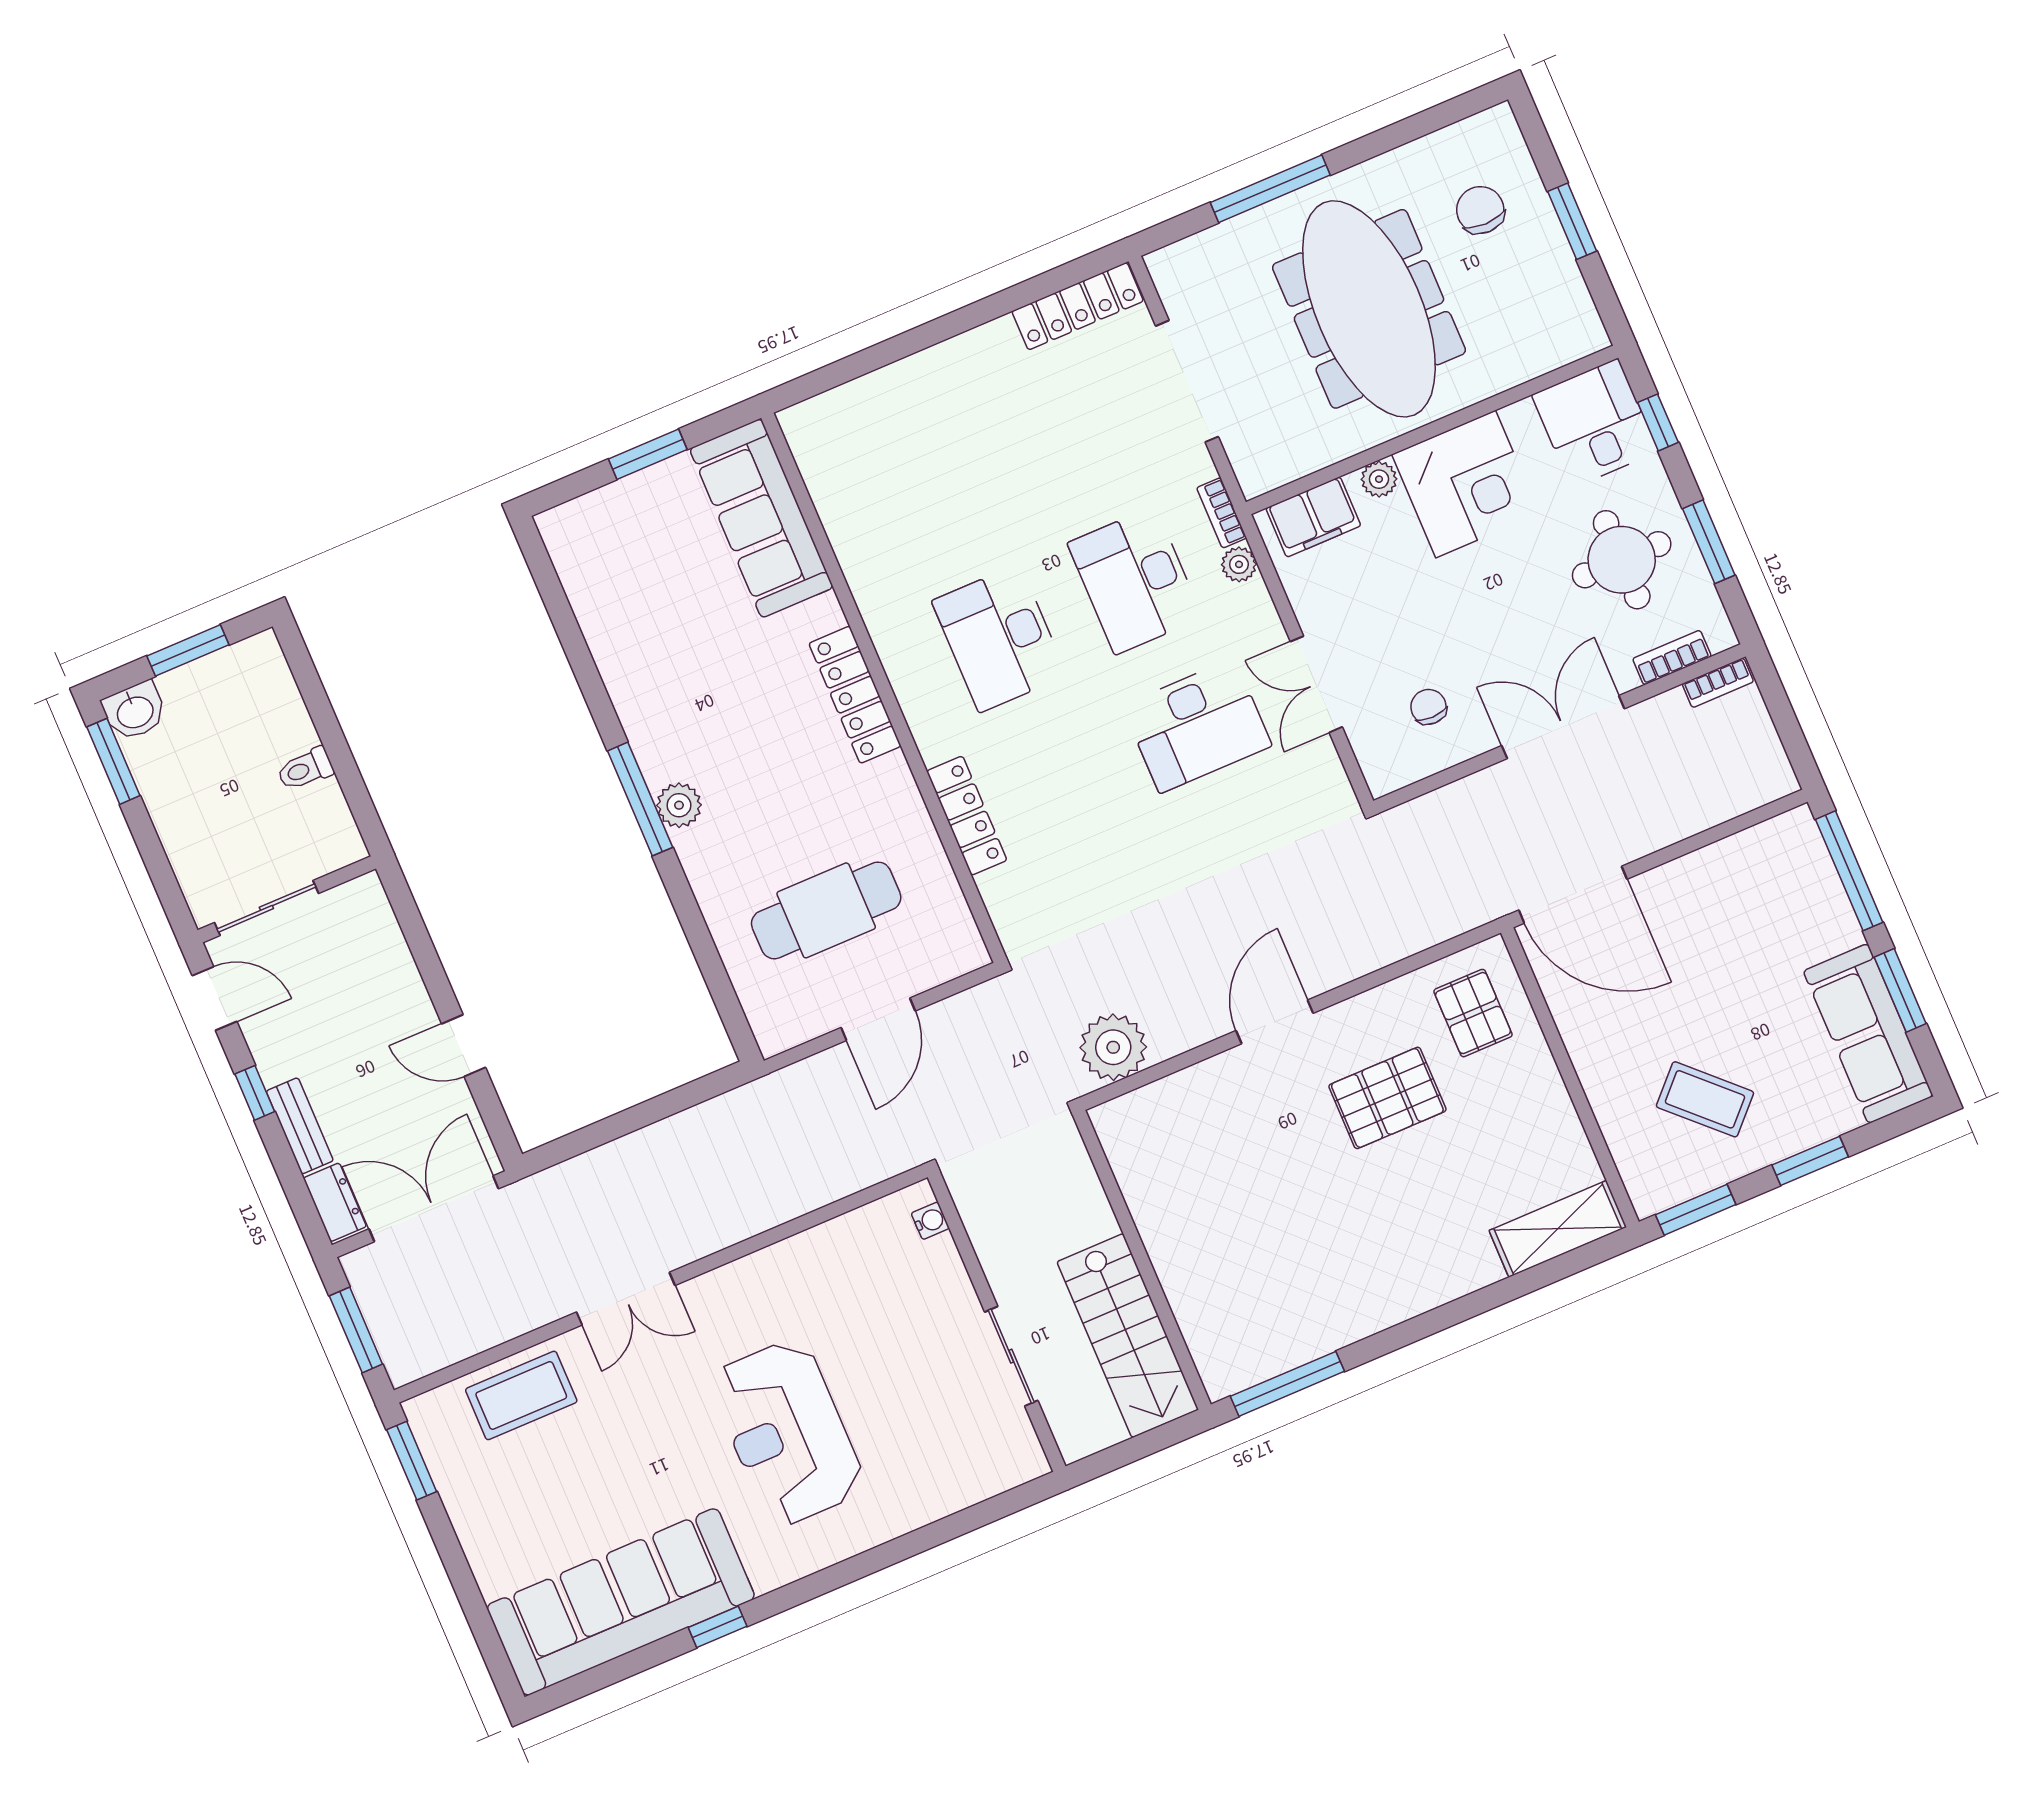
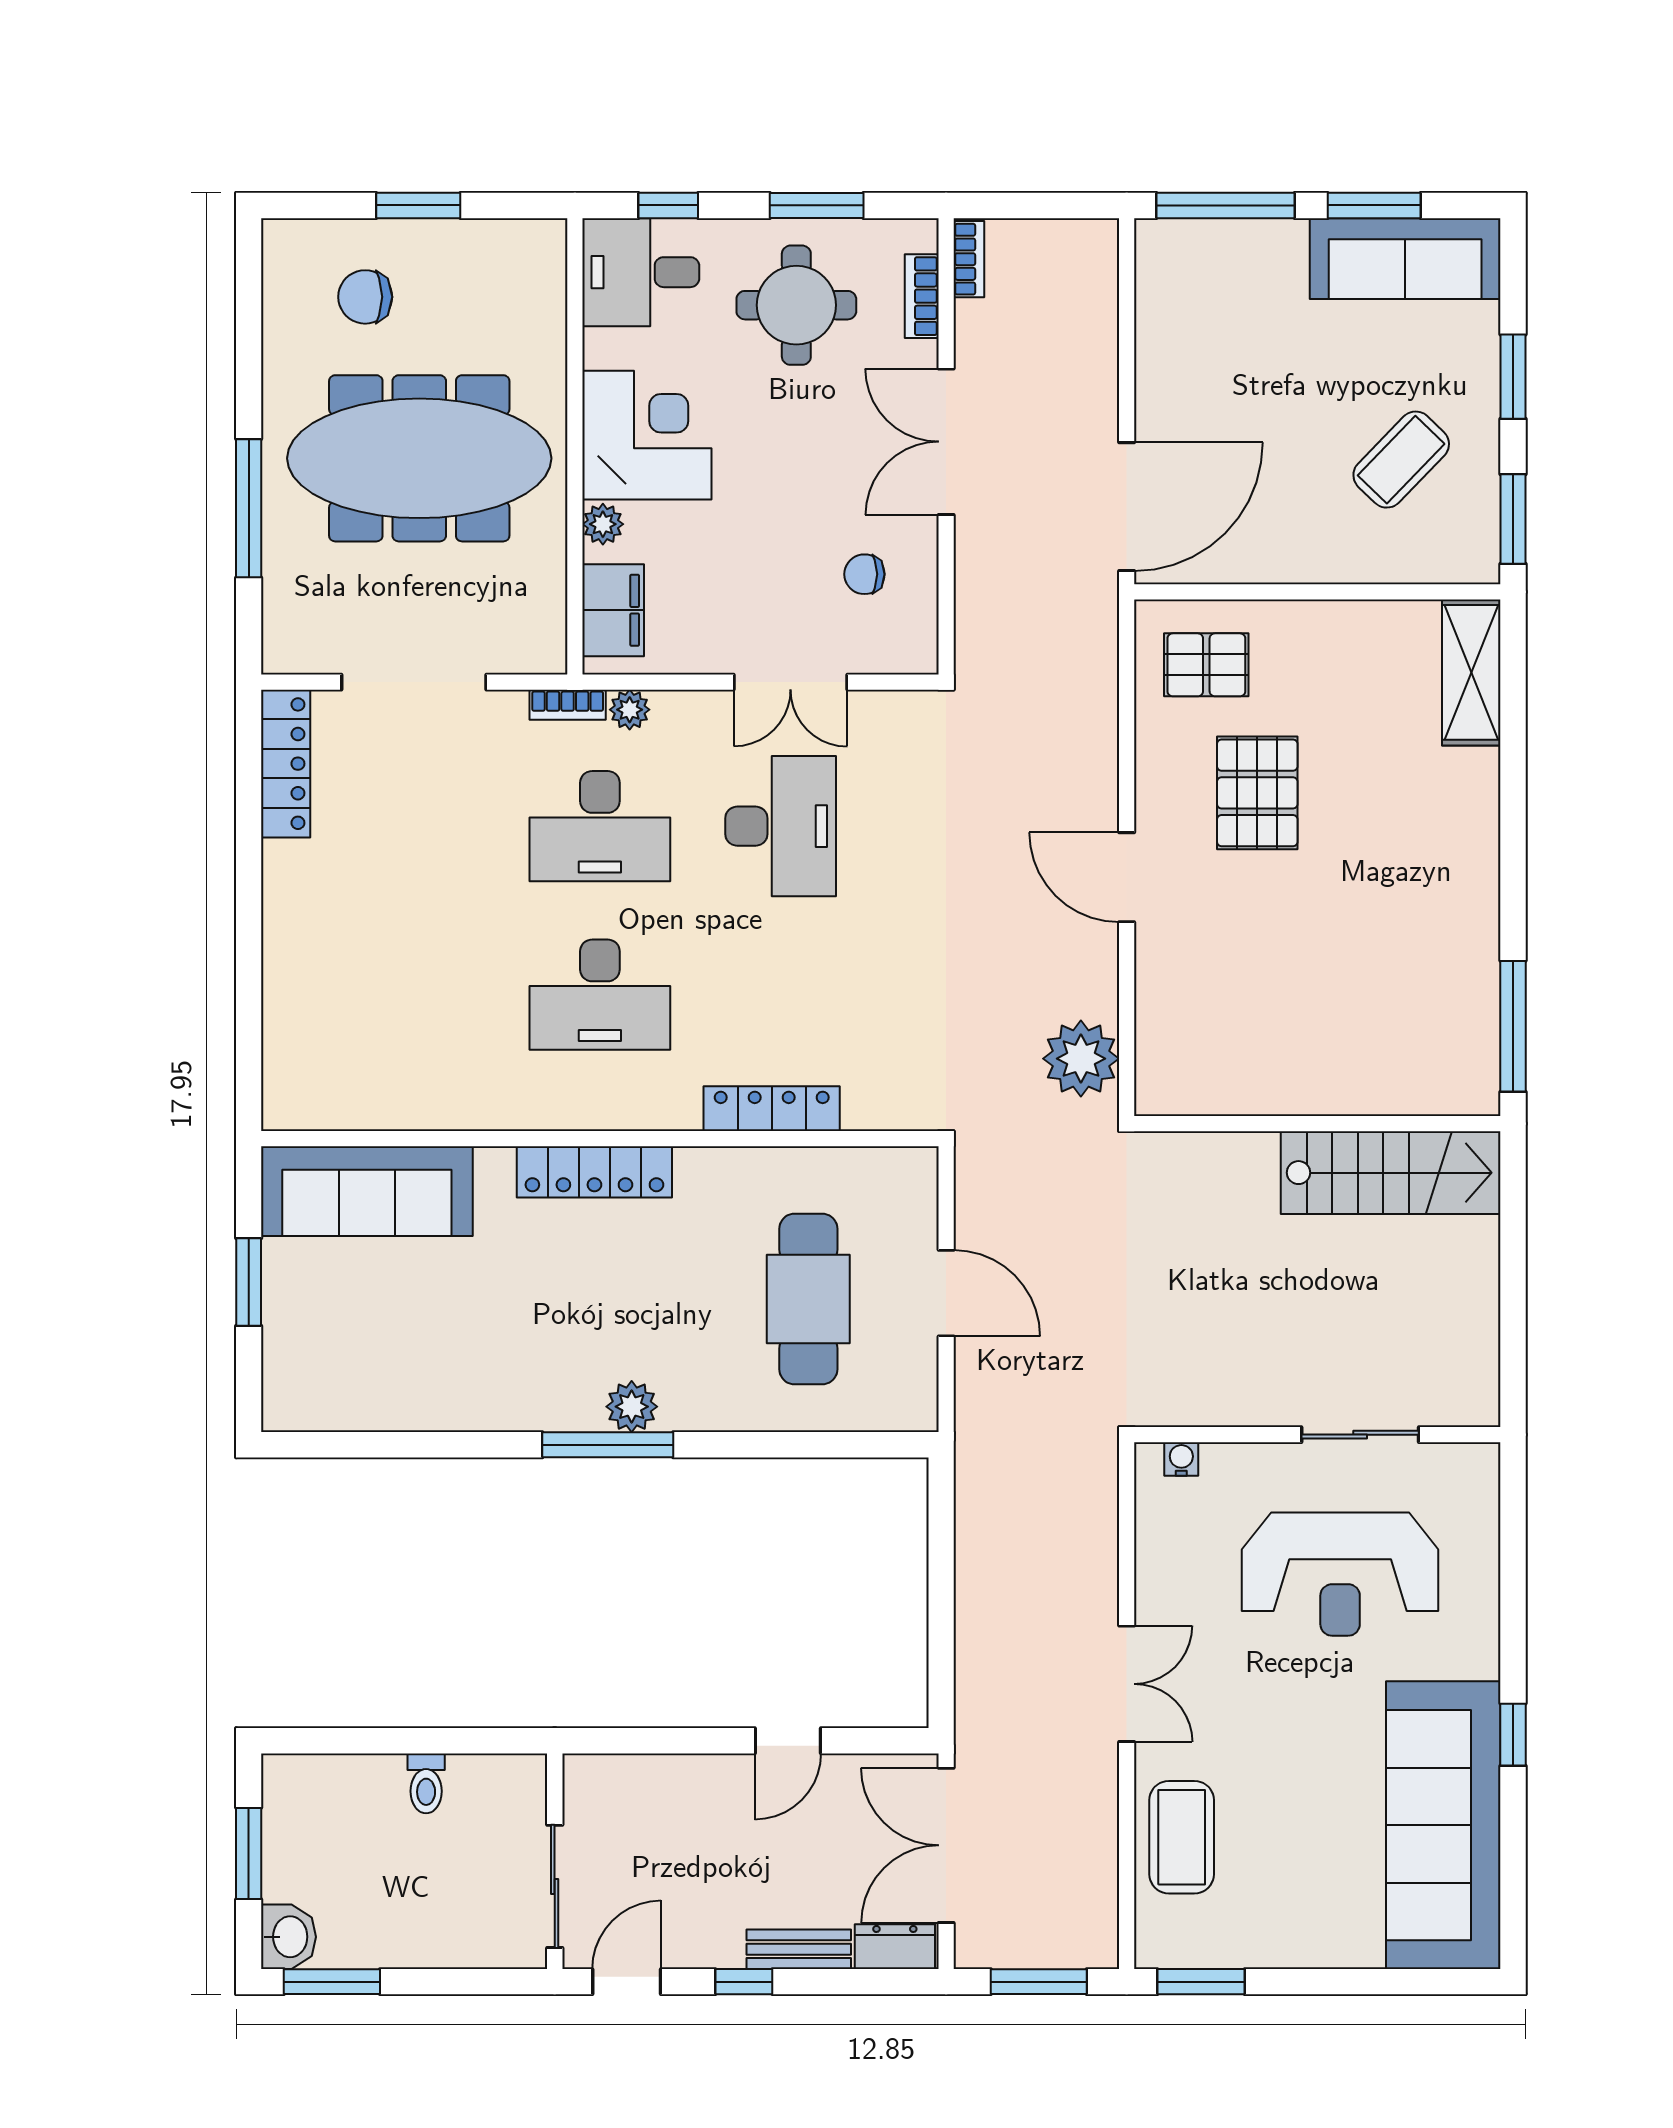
water cooler: (930, 1221) -> (1181, 1459), moved
wall: (997, 1322) -> (1317, 1435), moved
sliding door: (1011, 1356) -> (1360, 1435), moved

